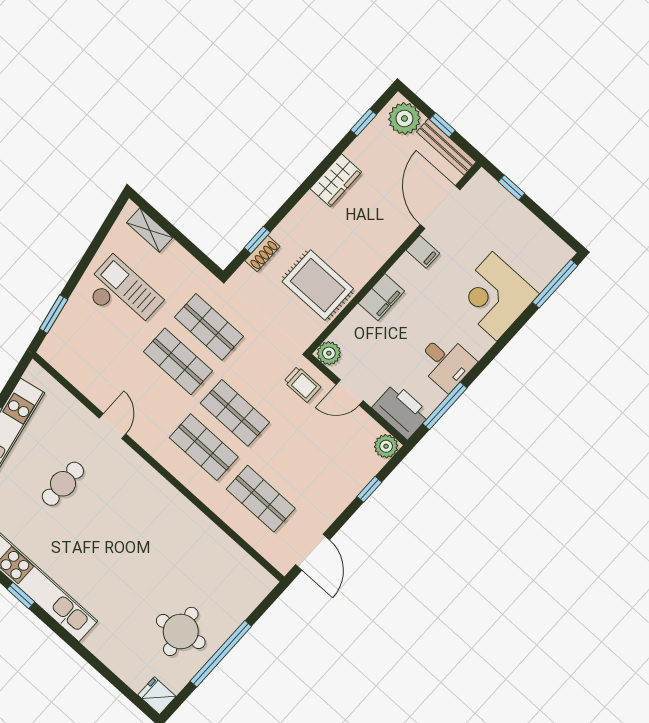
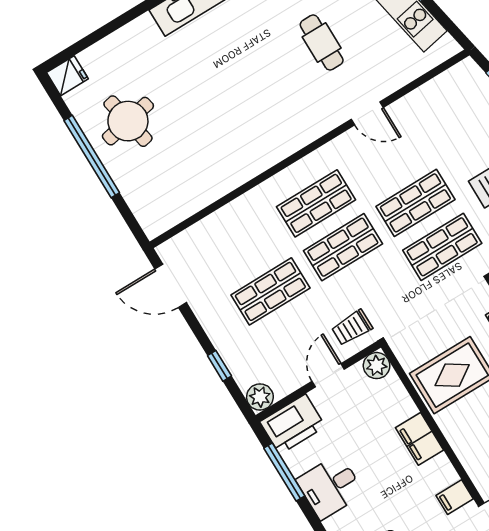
shop shelf: (261, 499) -> (270, 291), moved

